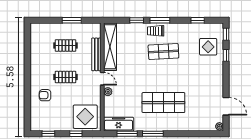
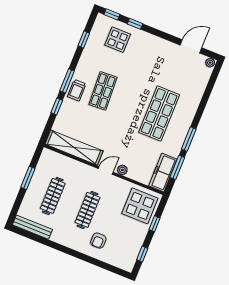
clothes rail: (65, 45) -> (53, 196), width x1.36
bench: (96, 54) -> (32, 227), moved
clothes rail: (65, 77) -> (88, 210), width x1.36

